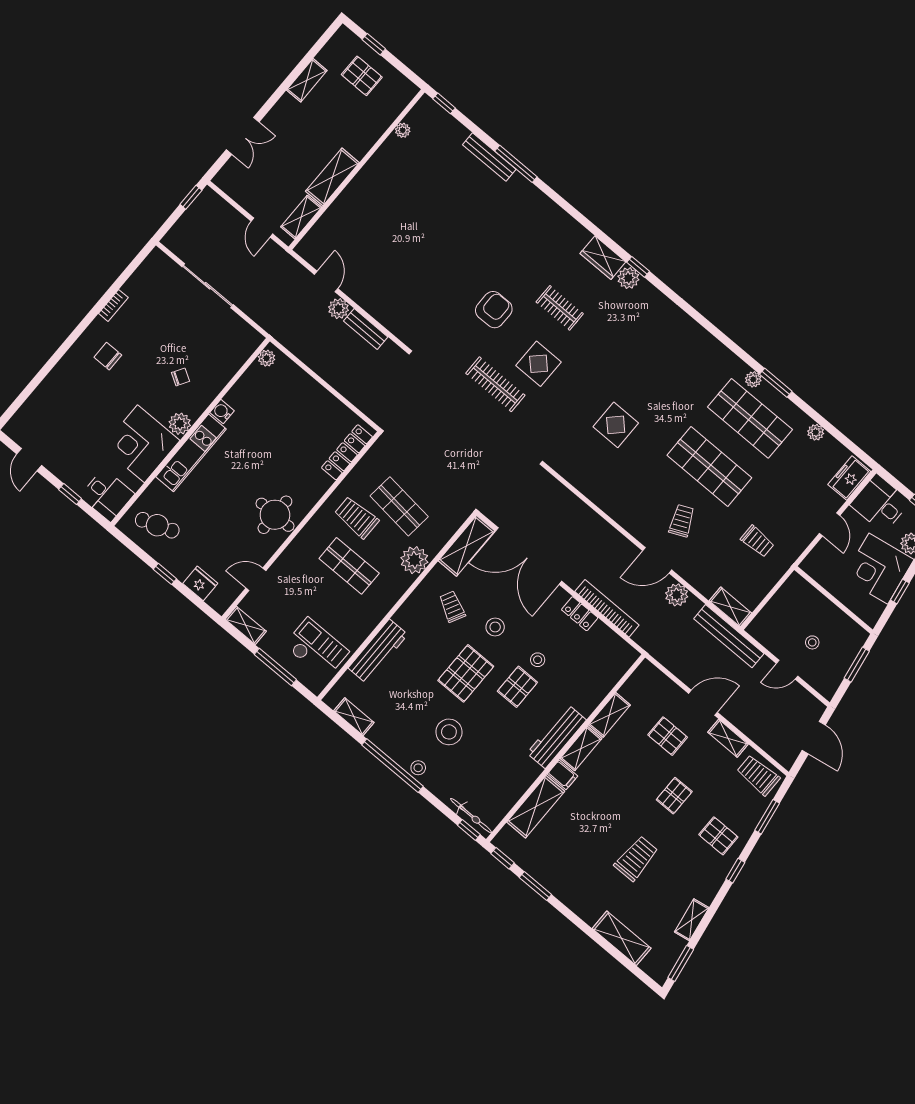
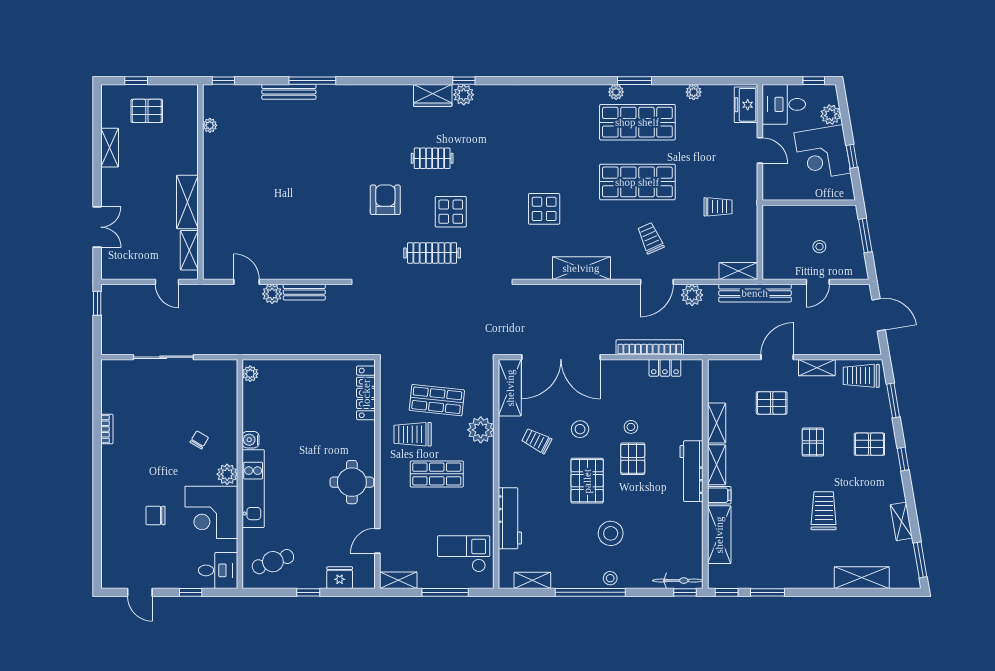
chair: (108, 356) -> (156, 515), moved
shelving: (606, 498) -> (581, 268), added
locker: (580, 614) -> (665, 368), moved

